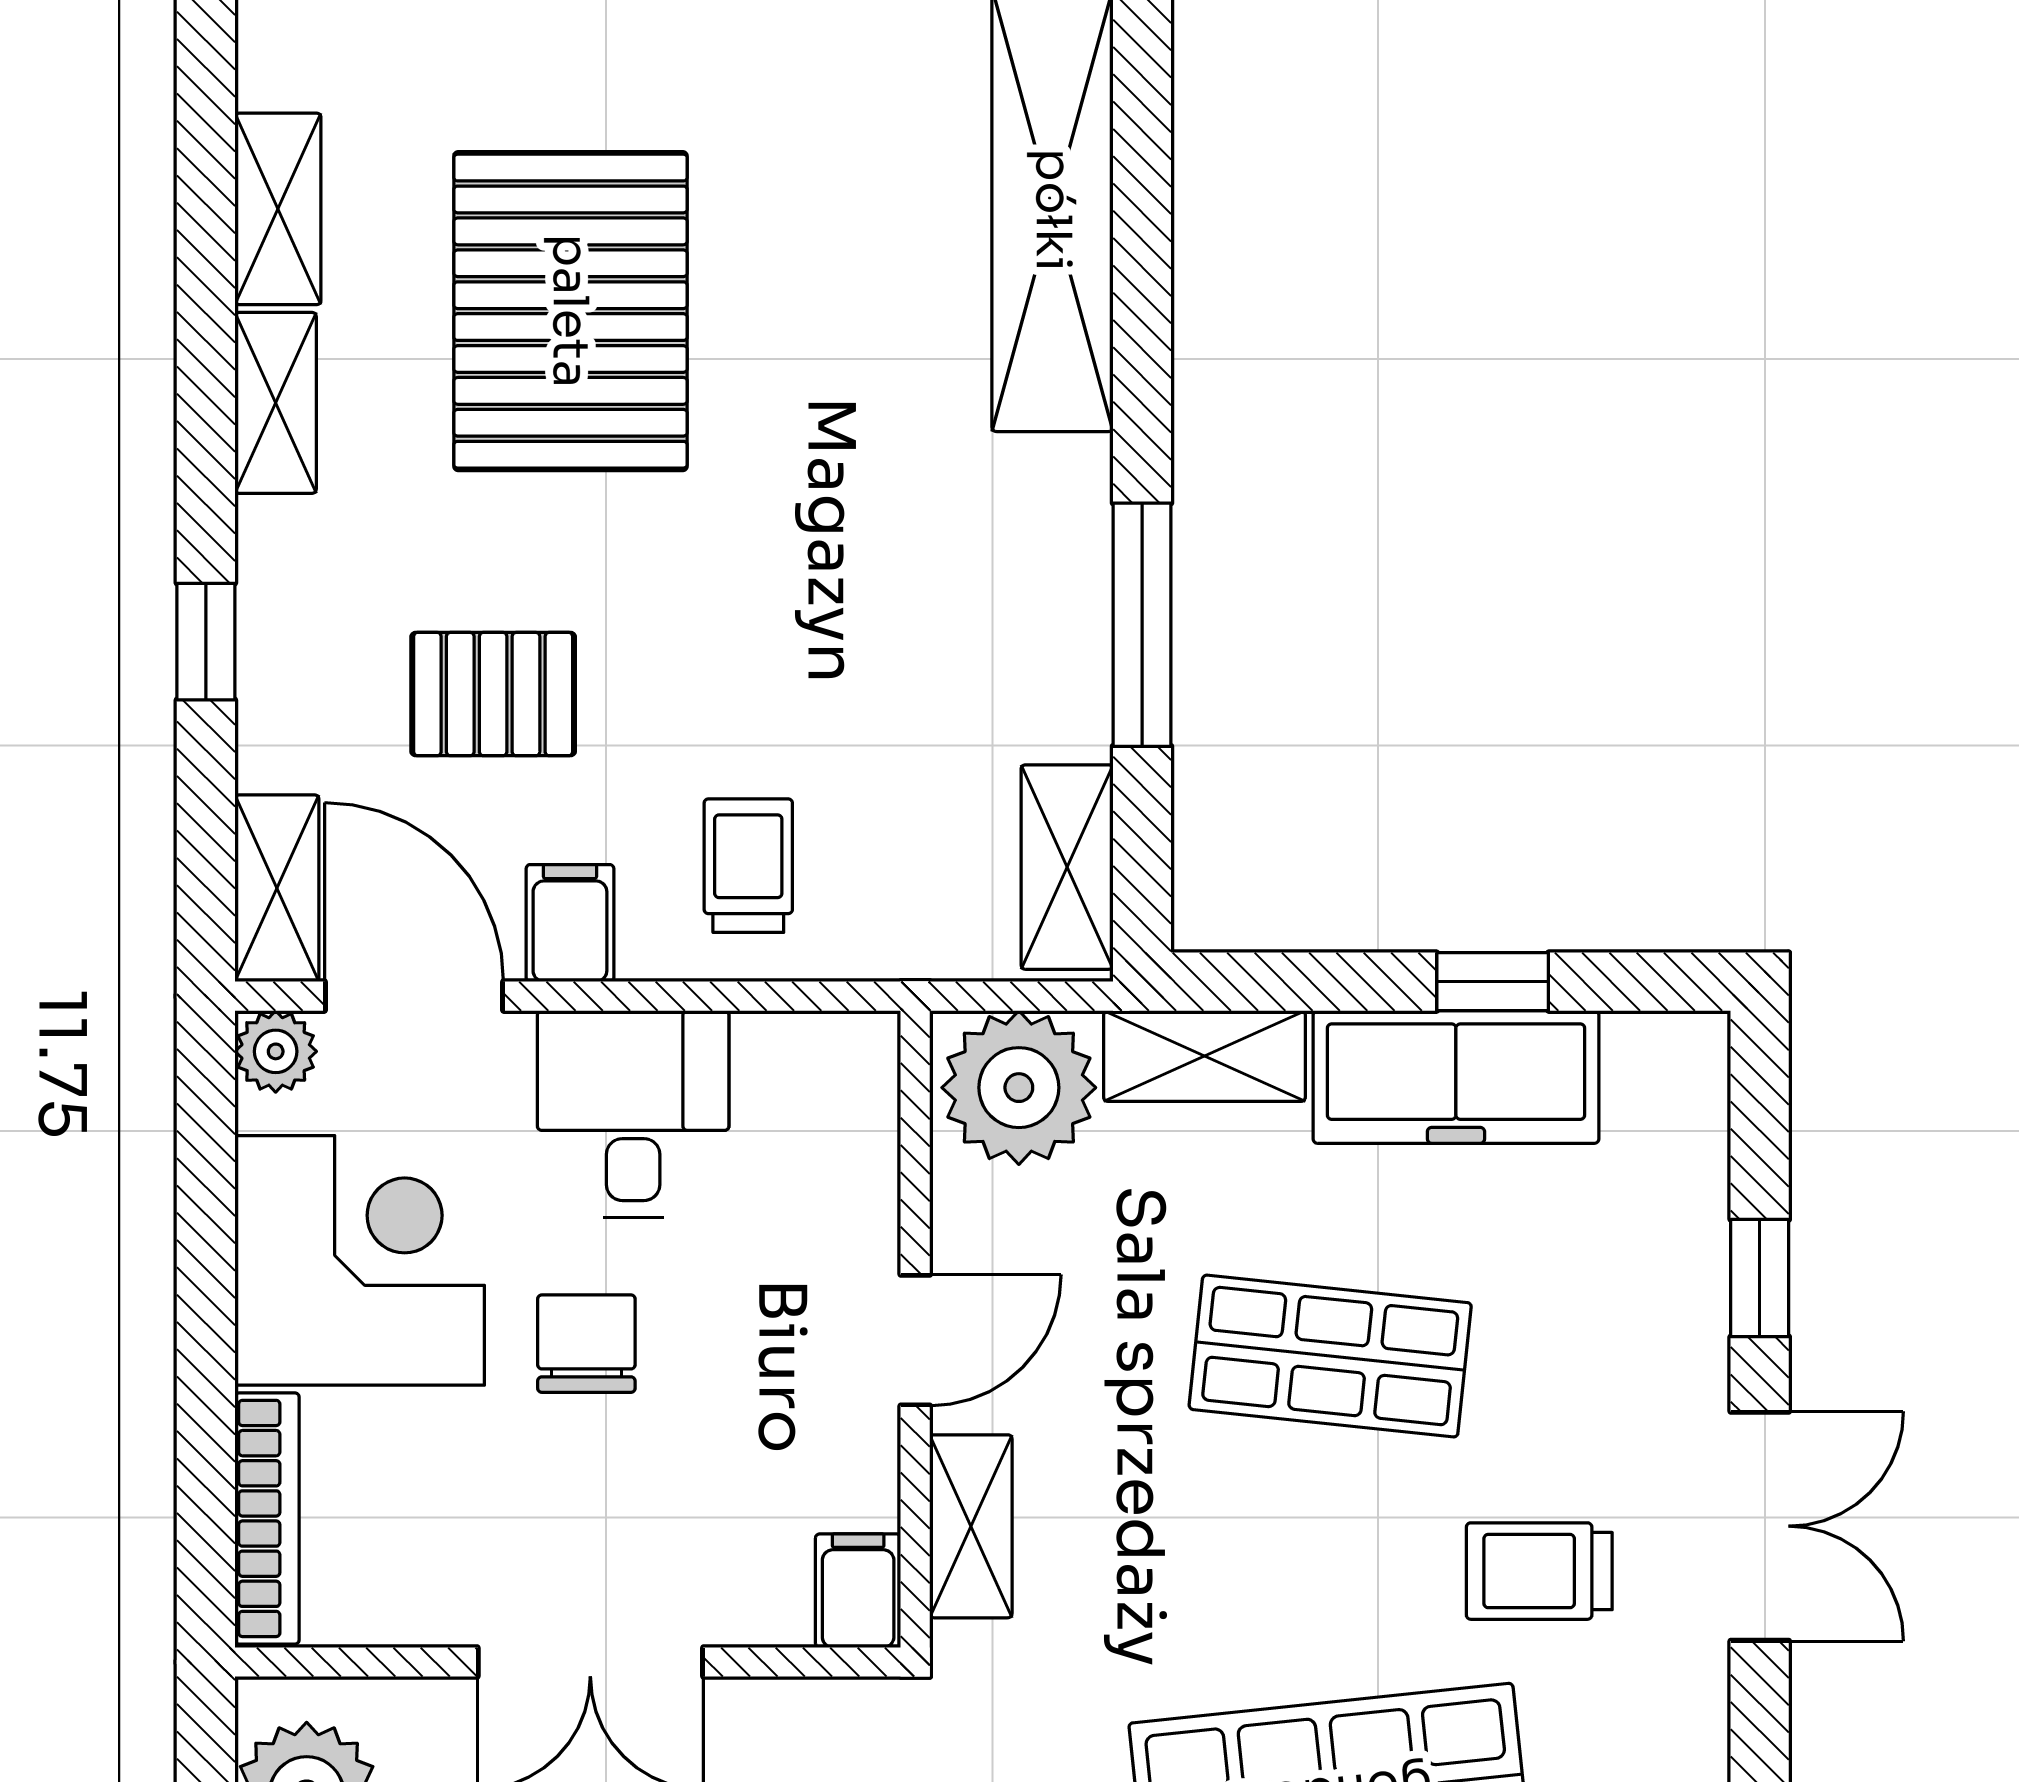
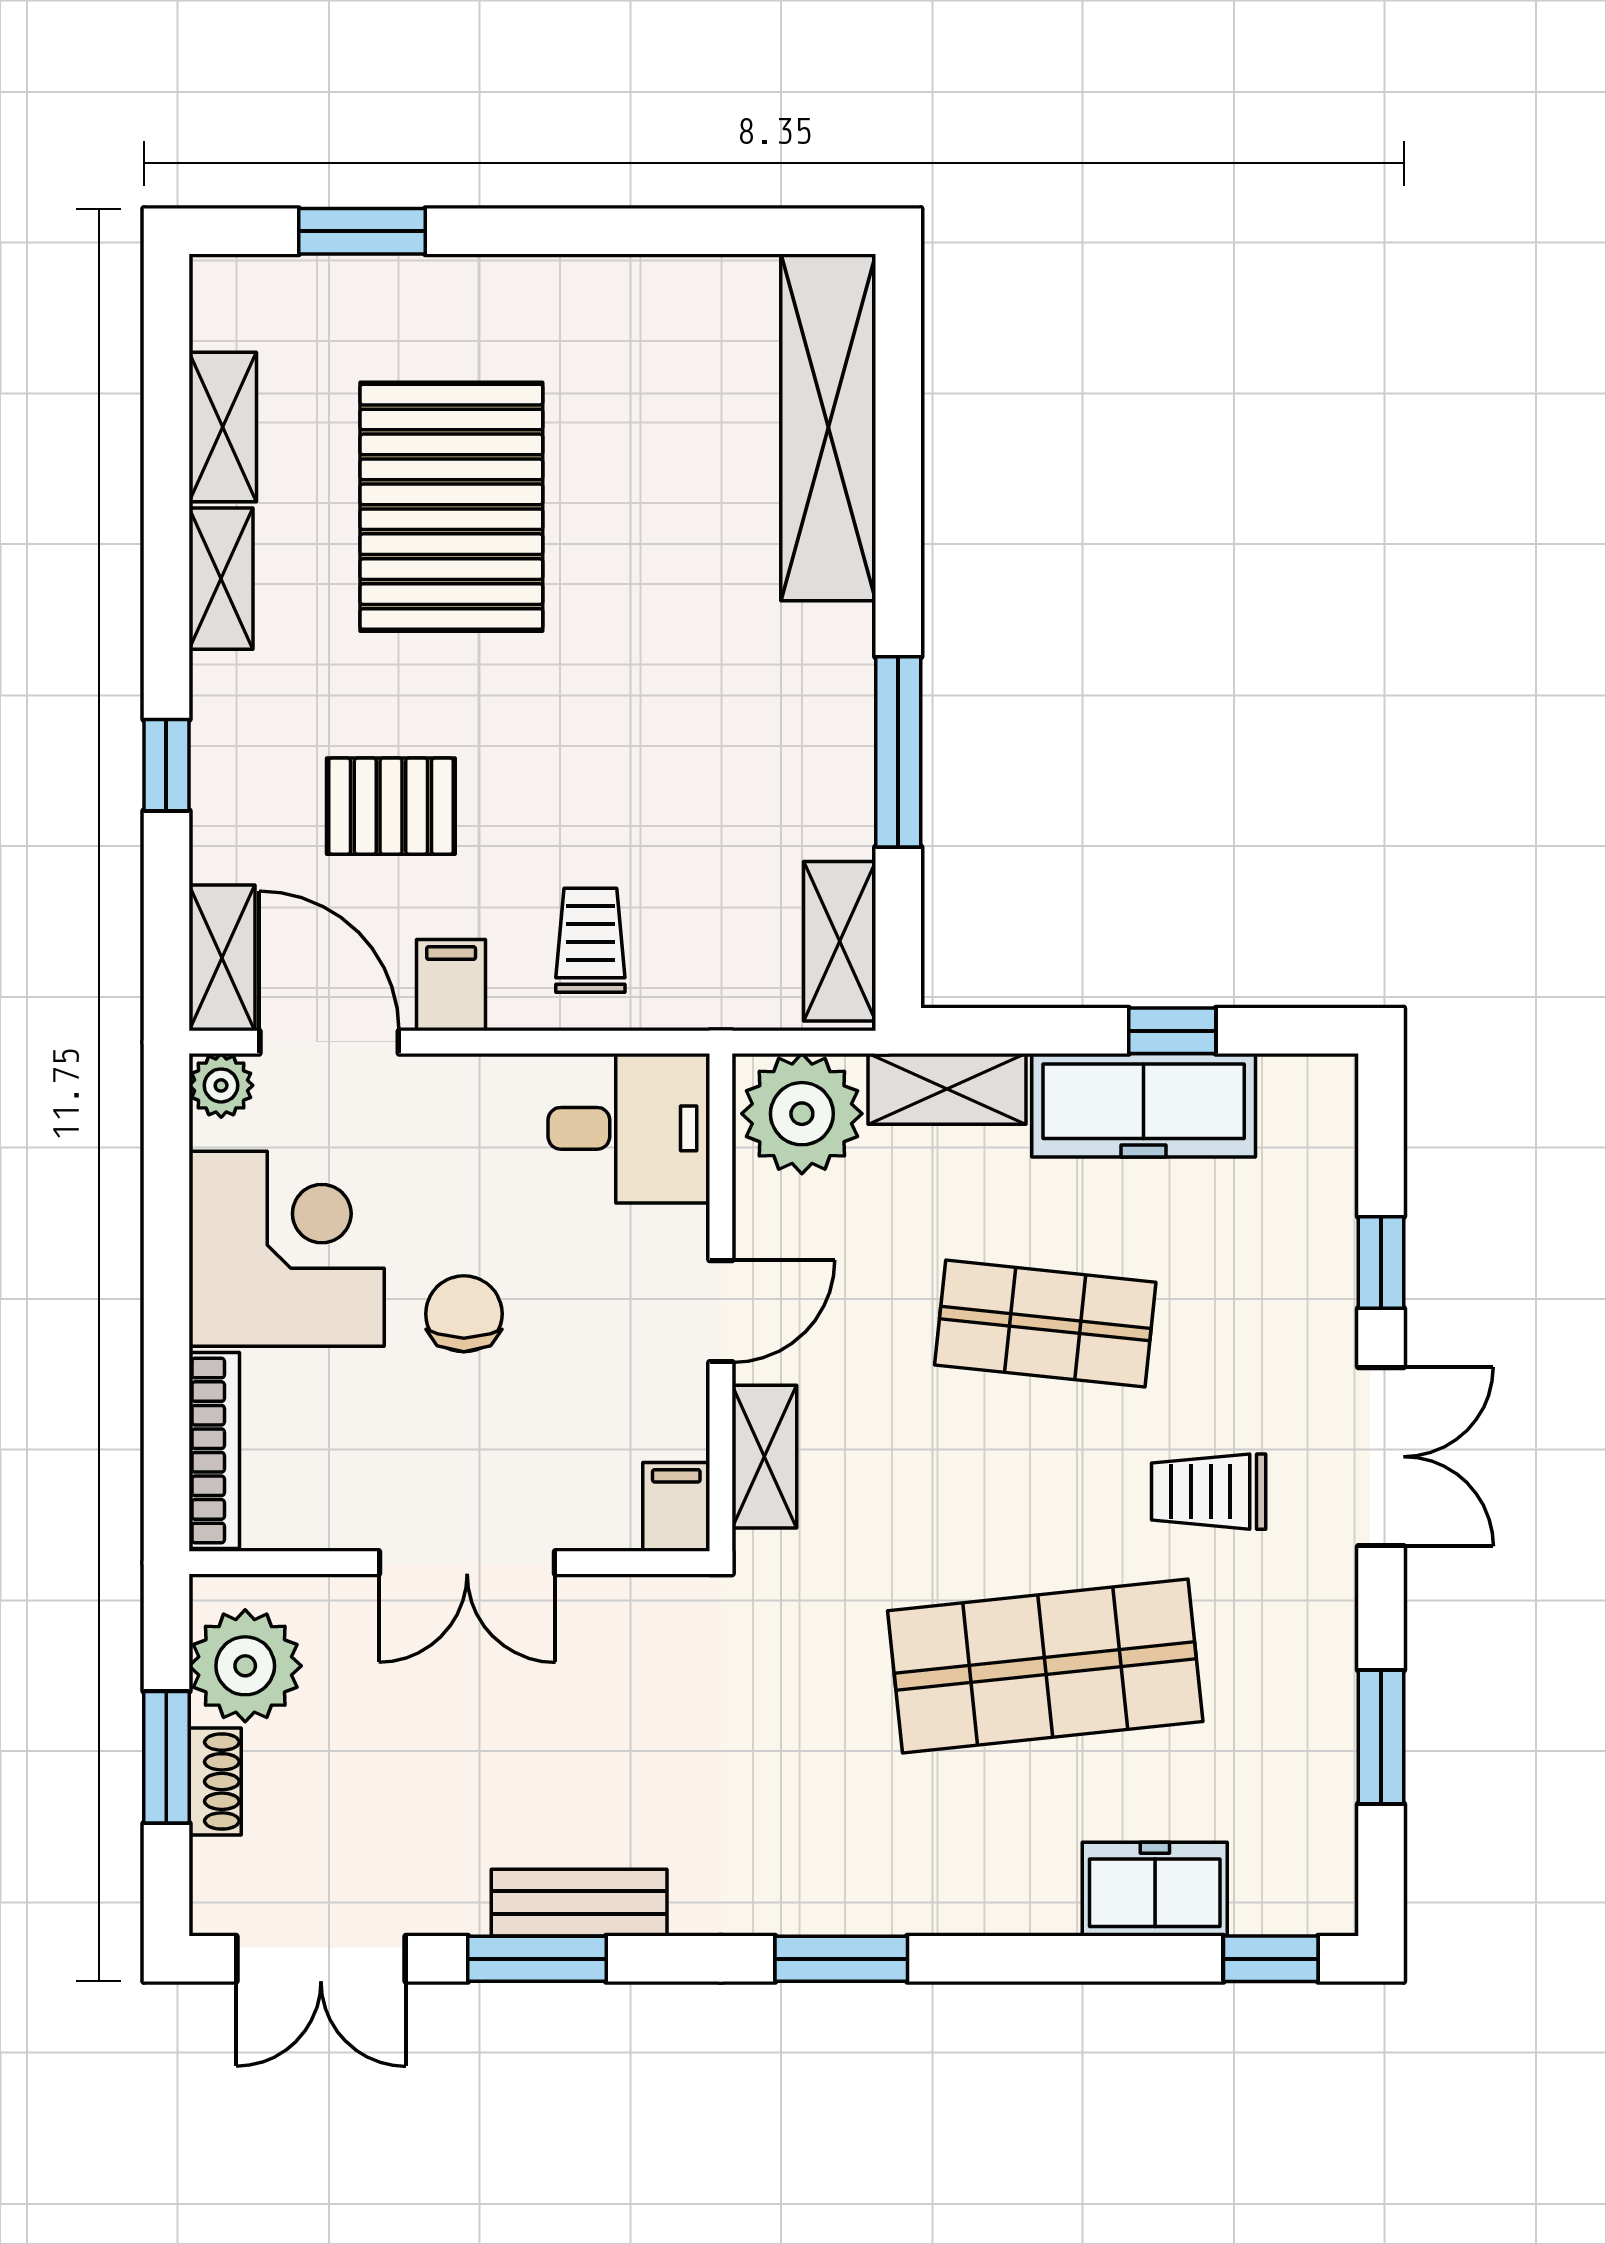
desk: (633, 1114) -> (629, 1128), moved, turned 90

